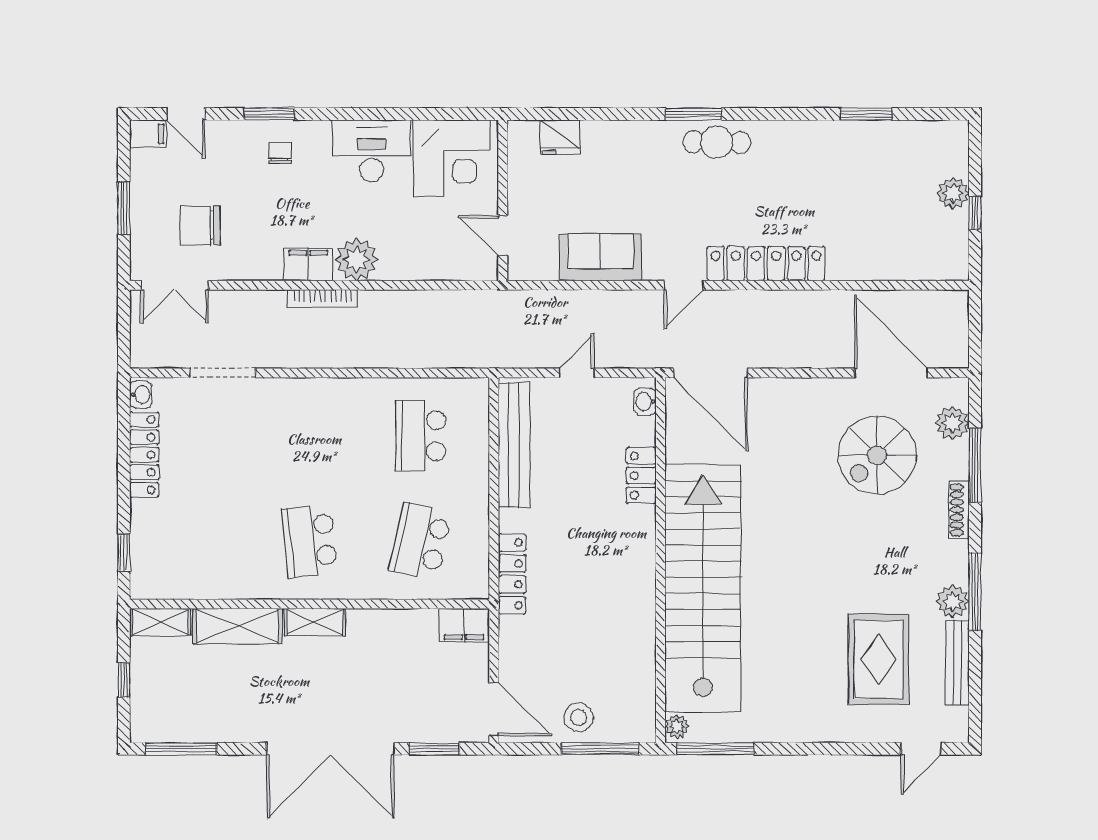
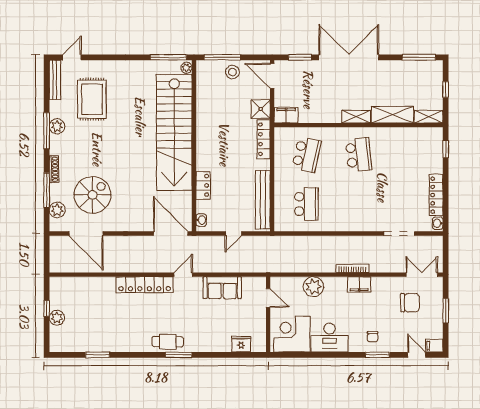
plant: (357, 259) -> (313, 287), moved
shower: (518, 638) -> (261, 109), added
bench: (957, 663) -> (55, 80), moved

